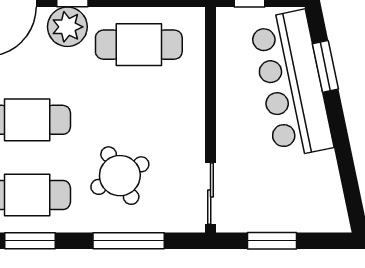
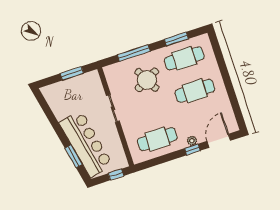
plant: (67, 27) -> (192, 141), width x0.53, depth x0.53
sliding door: (211, 194) -> (113, 108), moved

